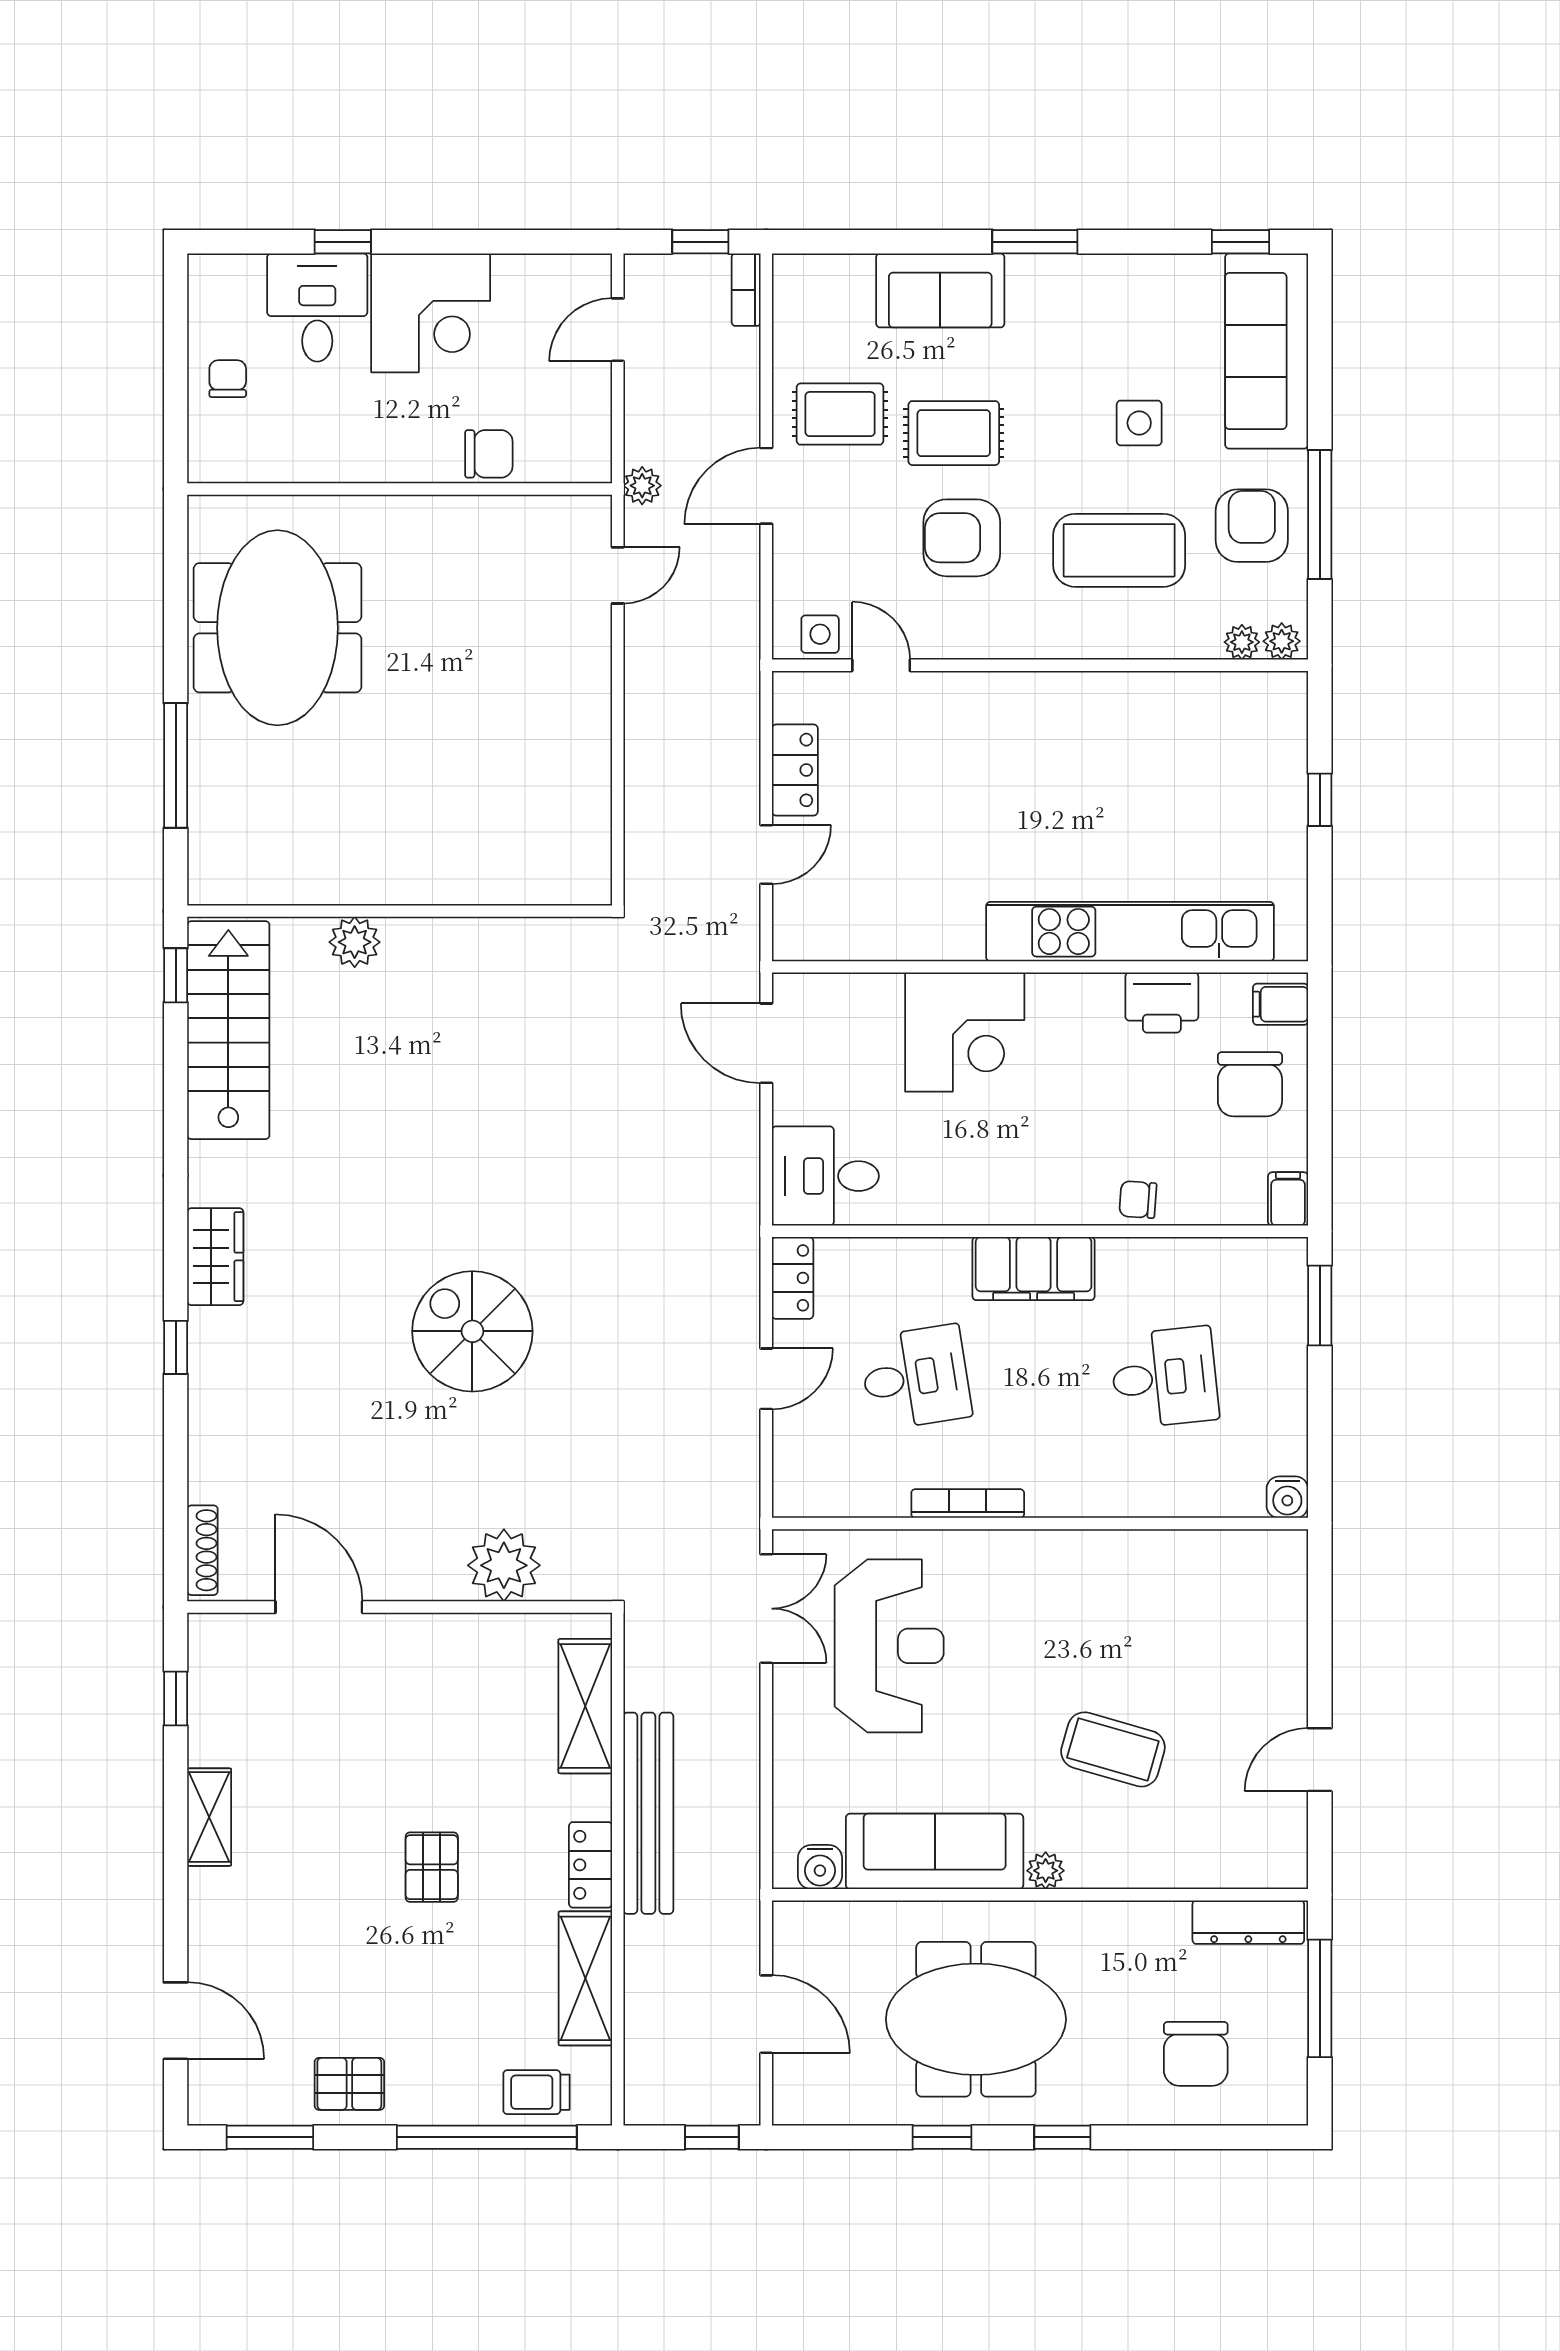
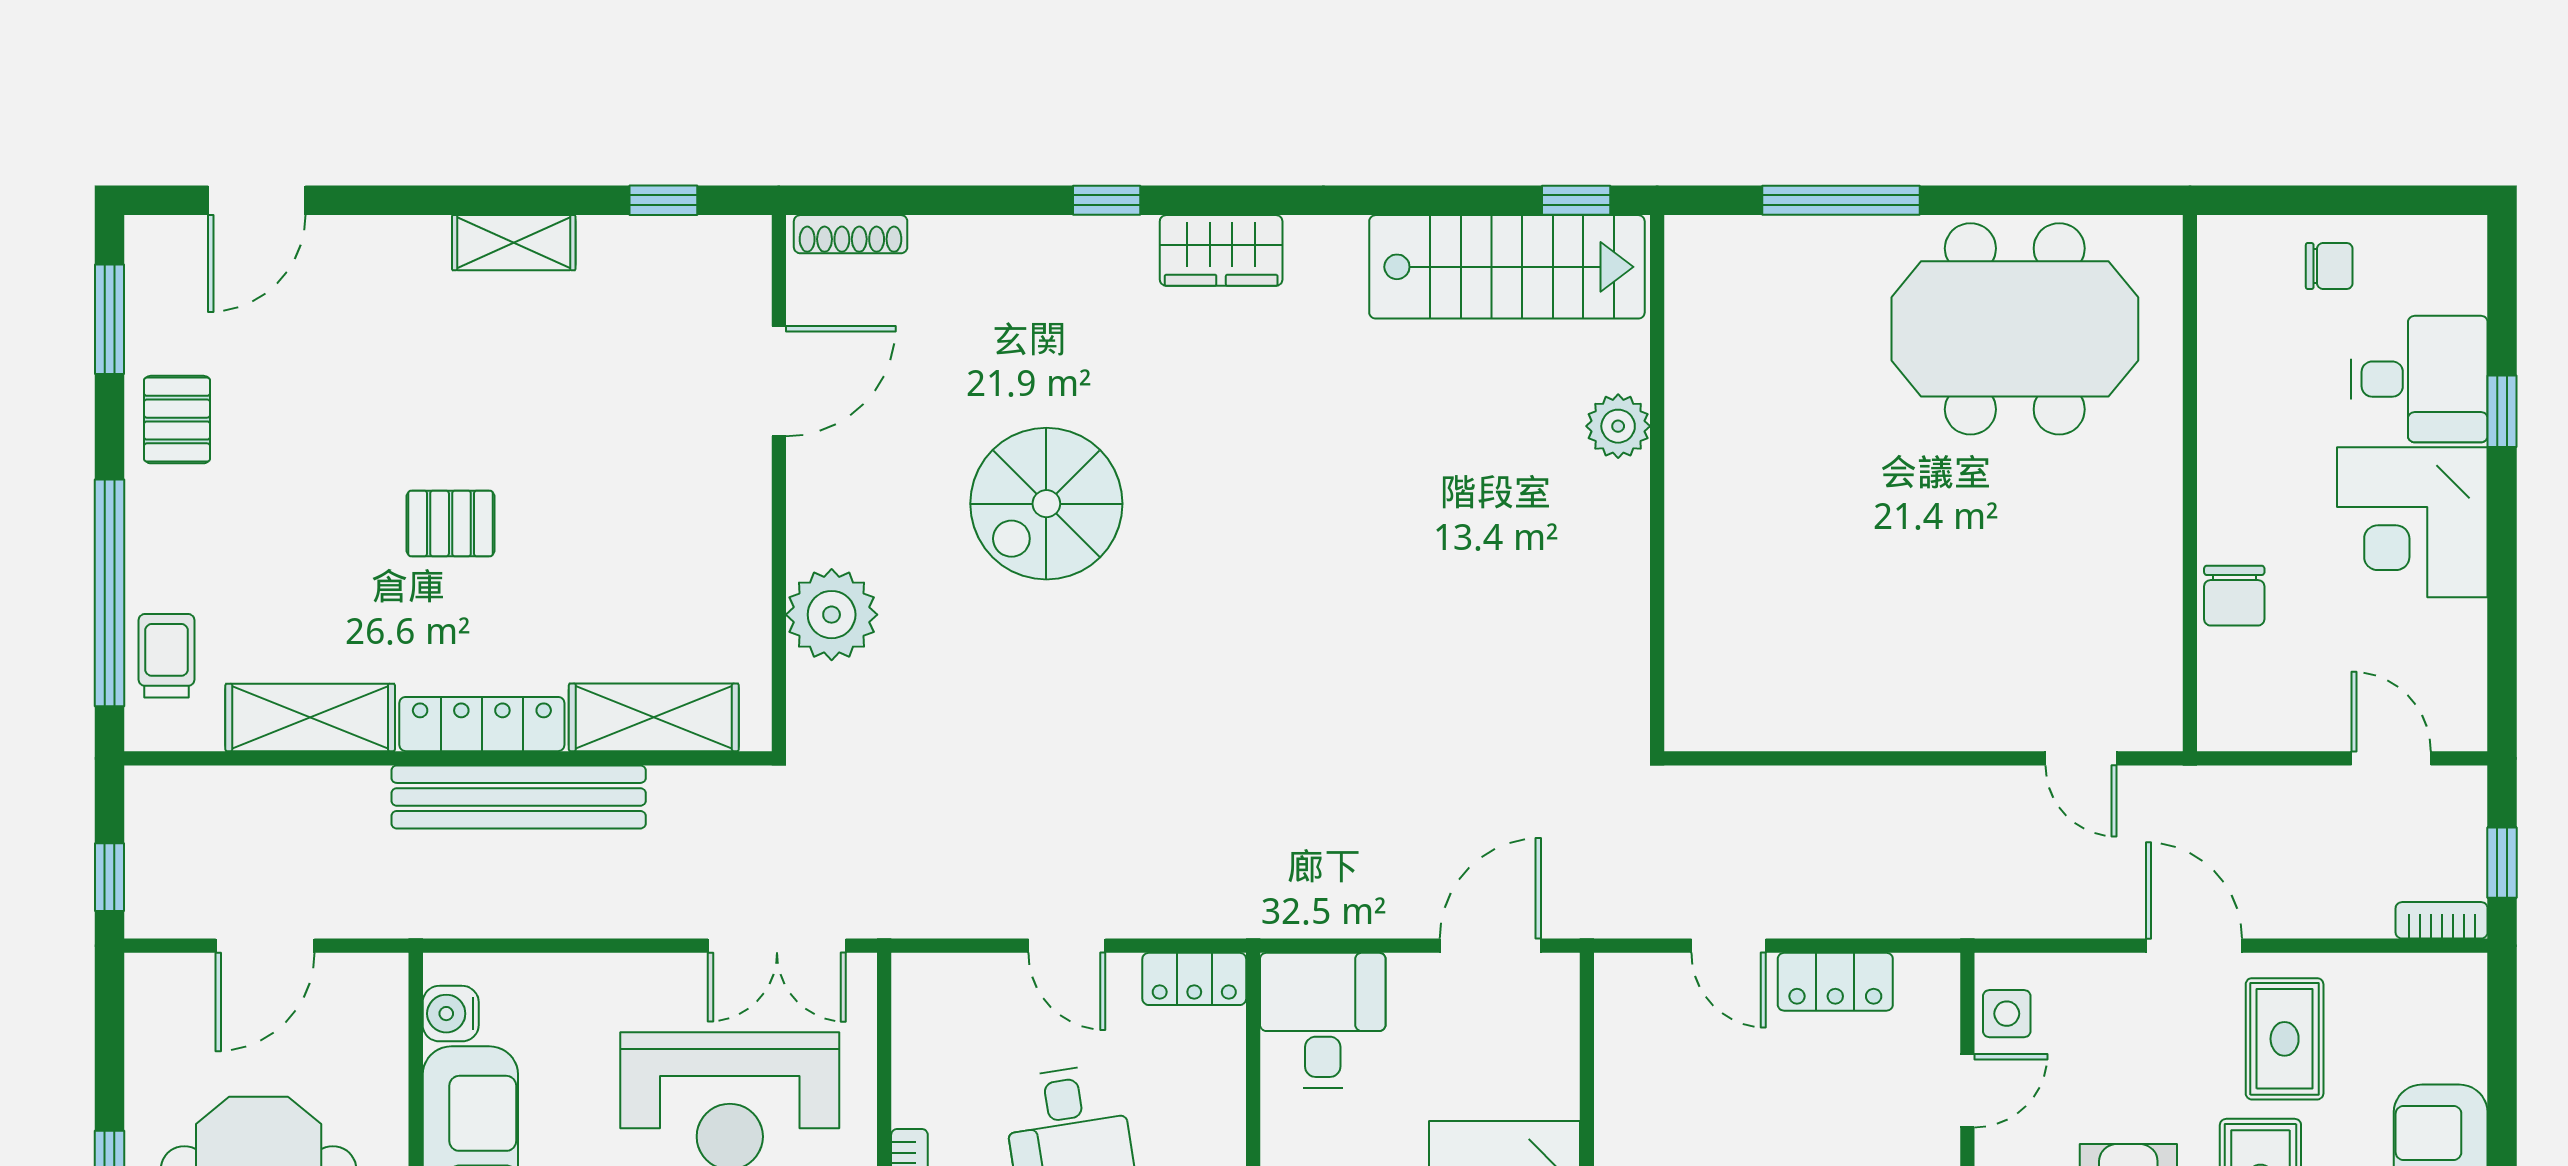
plant: (642, 486) -> (2194, 789), removed
spiral stairs: (472, 1331) -> (1046, 504), moved, turned 180
locker: (591, 1865) -> (482, 724), width x1.53

